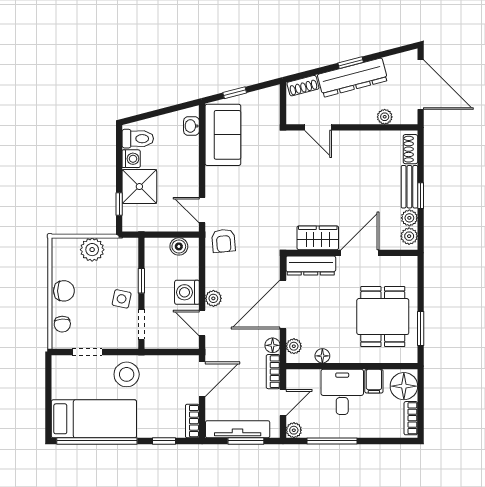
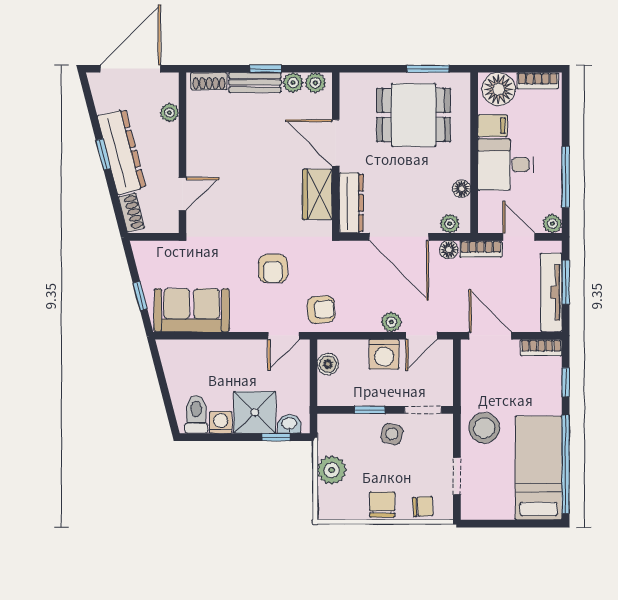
washbasin: (191, 126) -> (289, 424), moved, turned 180
armchair: (257, 202) -> (273, 269), added

